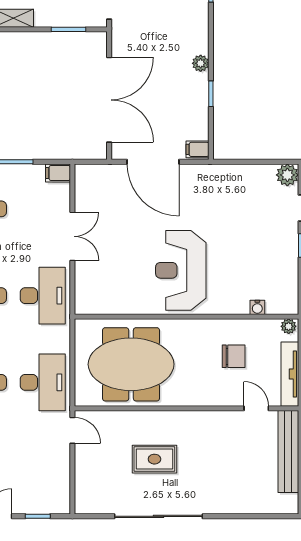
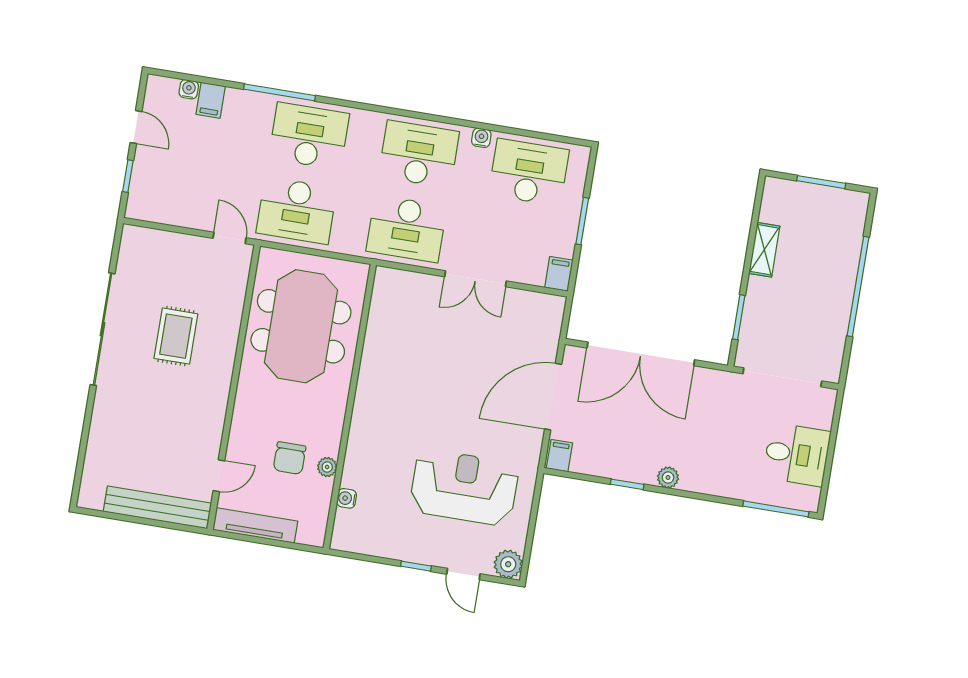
reception desk: (181, 270) -> (464, 487), moved
plant: (289, 326) -> (327, 467), moved
door: (72, 430) -> (230, 238), swing flipped

